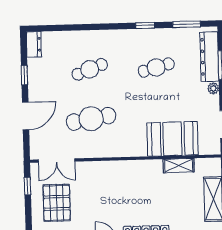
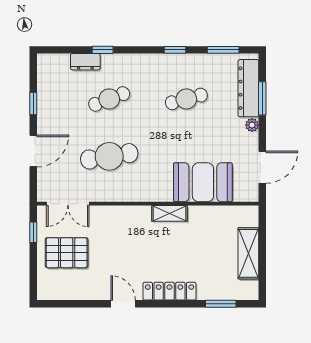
window: (83, 27) -> (103, 50), added
dresser: (34, 44) -> (85, 62), moved, turned 90
shelving: (179, 166) -> (169, 213), moved
pallet: (57, 203) -> (67, 253), turned 90

